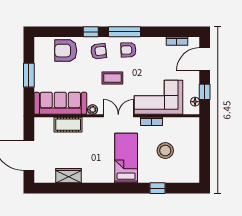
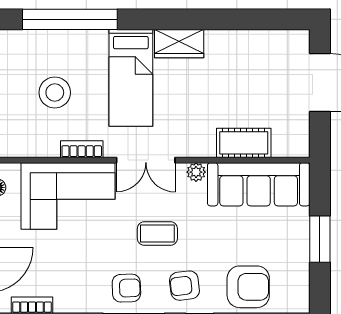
wardrobe: (69, 176) -> (179, 44), moved
window: (158, 188) -> (70, 19), width x3.17

